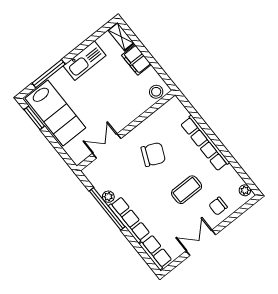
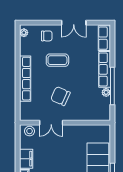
double door: (107, 146) -> (51, 123), moved

